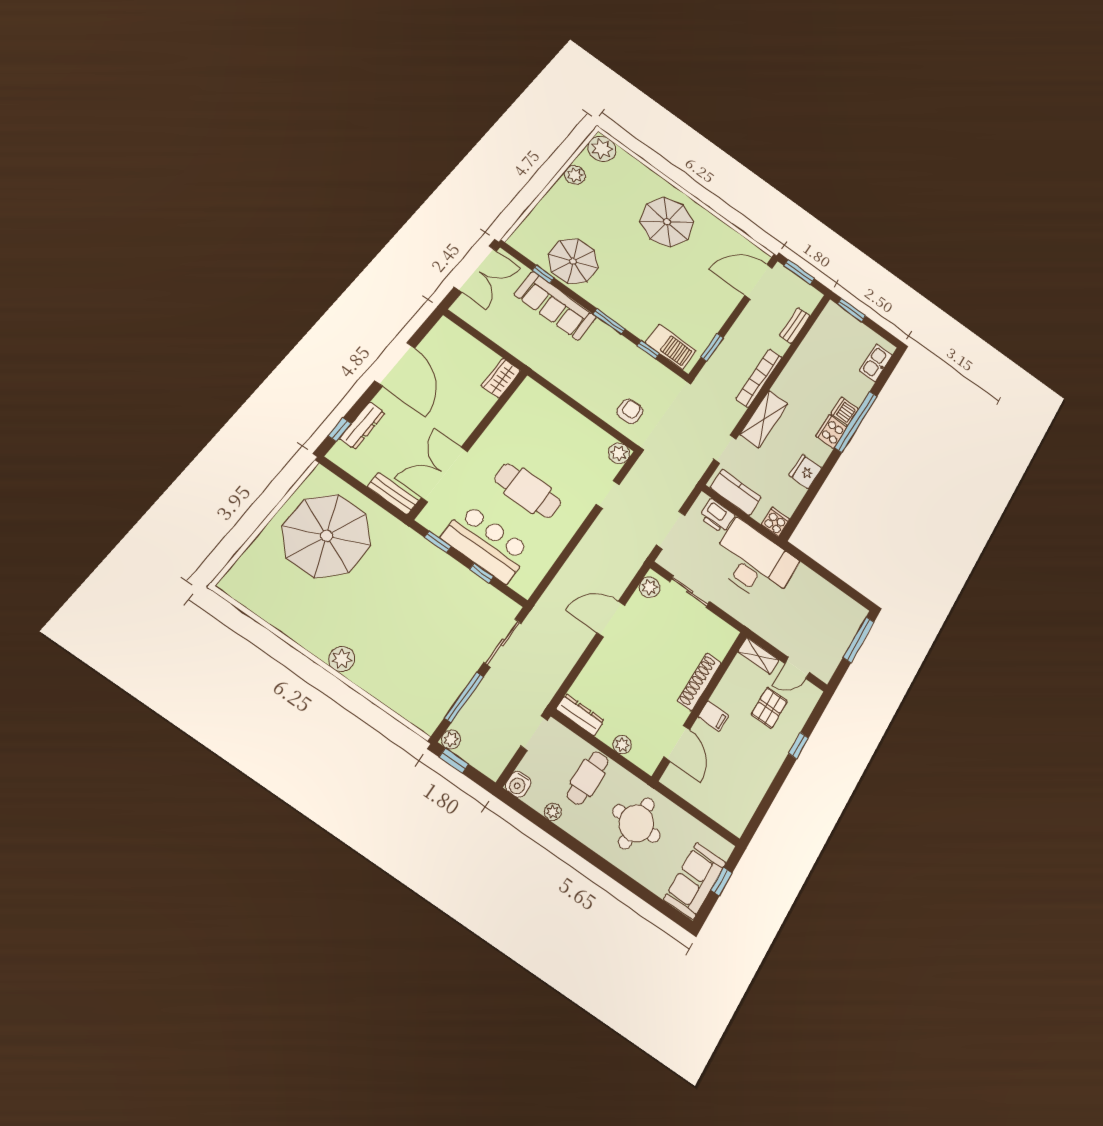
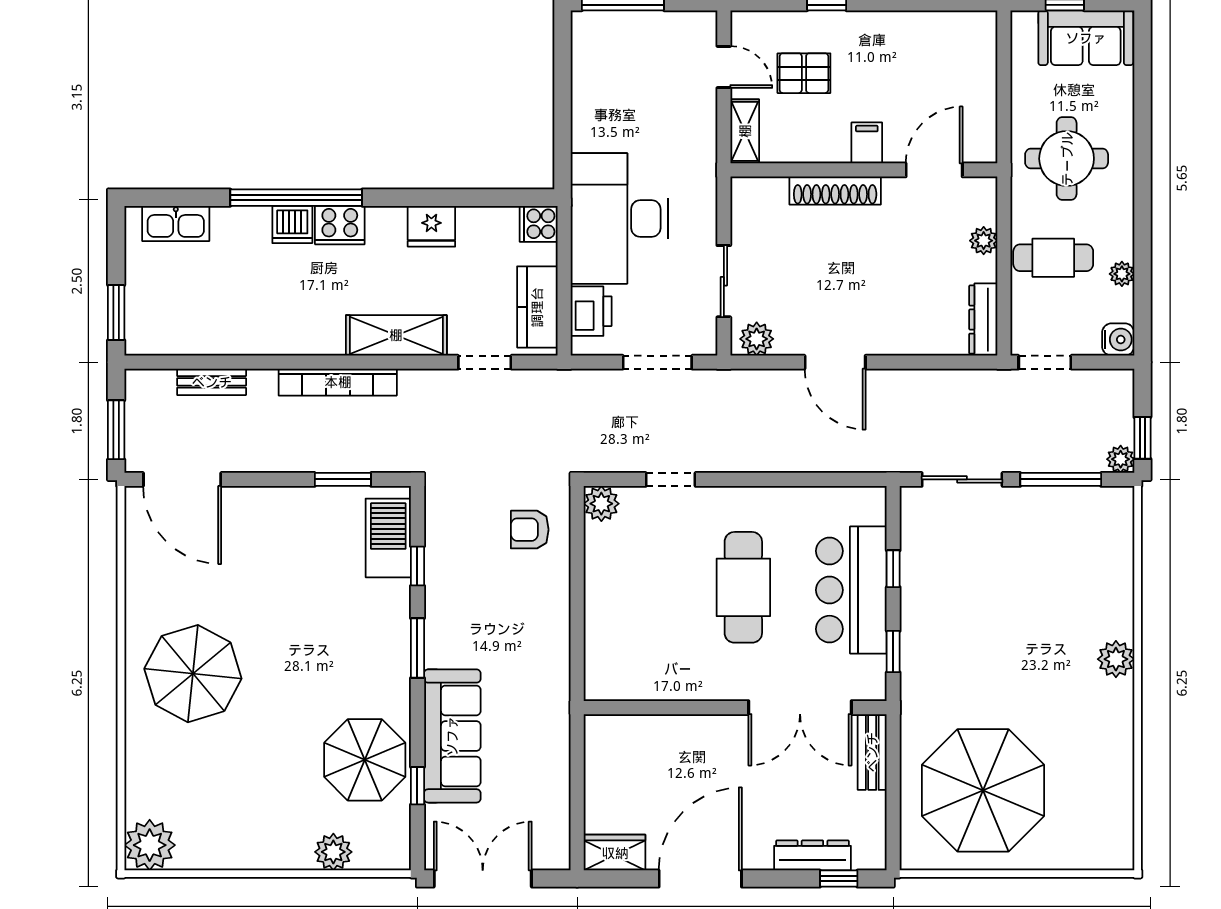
plant: (575, 175) -> (333, 852), moved
wardrobe: (501, 378) -> (615, 853), moved, turned 180

